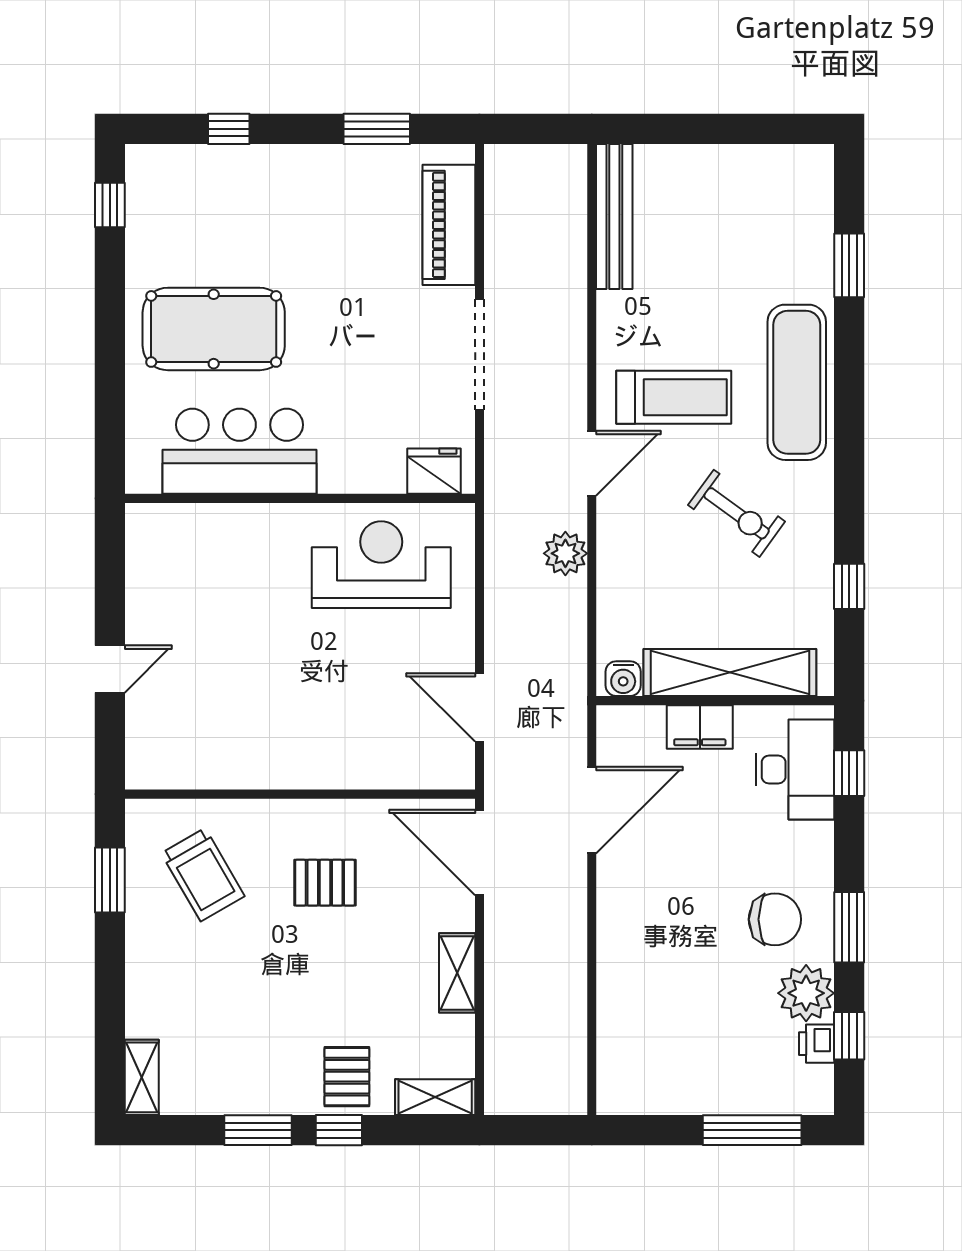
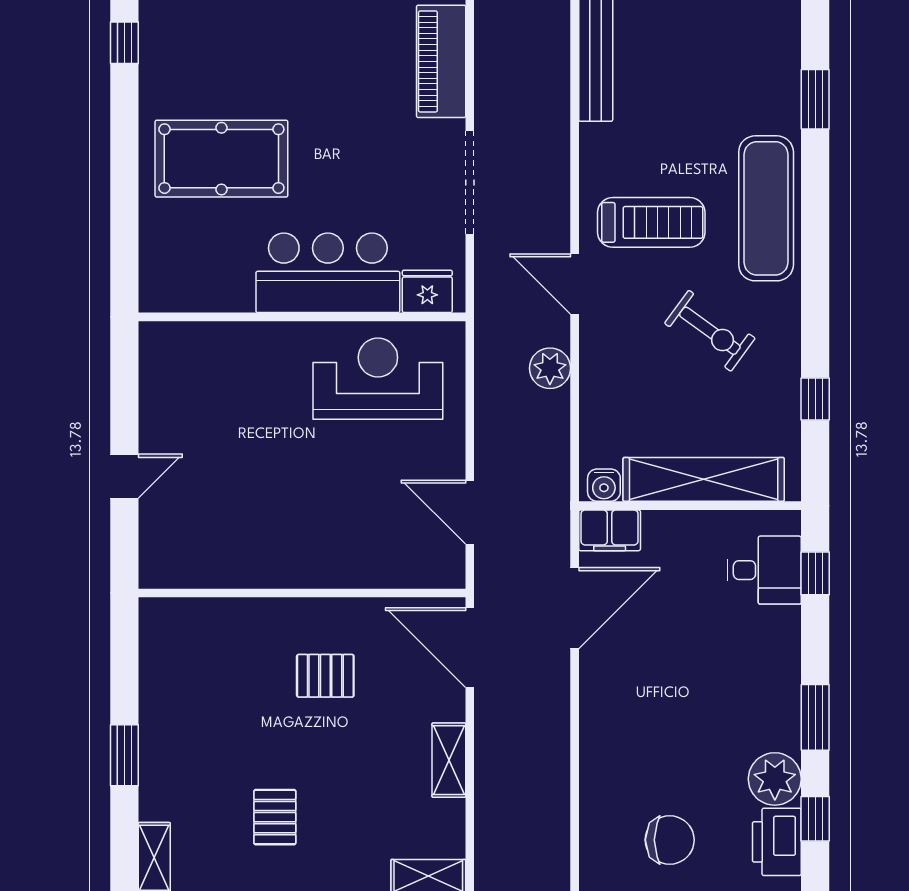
bar counter: (239, 451) -> (328, 273), moved
door: (592, 463) -> (575, 284), swing flipped
filing cabinet: (700, 727) -> (610, 530), moved
desk: (795, 770) -> (764, 570), width x0.73
trolley: (203, 875) -> (211, 668), removed
window: (110, 880) -> (124, 755), moved
chair: (775, 919) -> (670, 840), moved
printer: (817, 1044) -> (777, 842), width x1.87, depth x1.48
pallet: (347, 1077) -> (275, 817), moved

